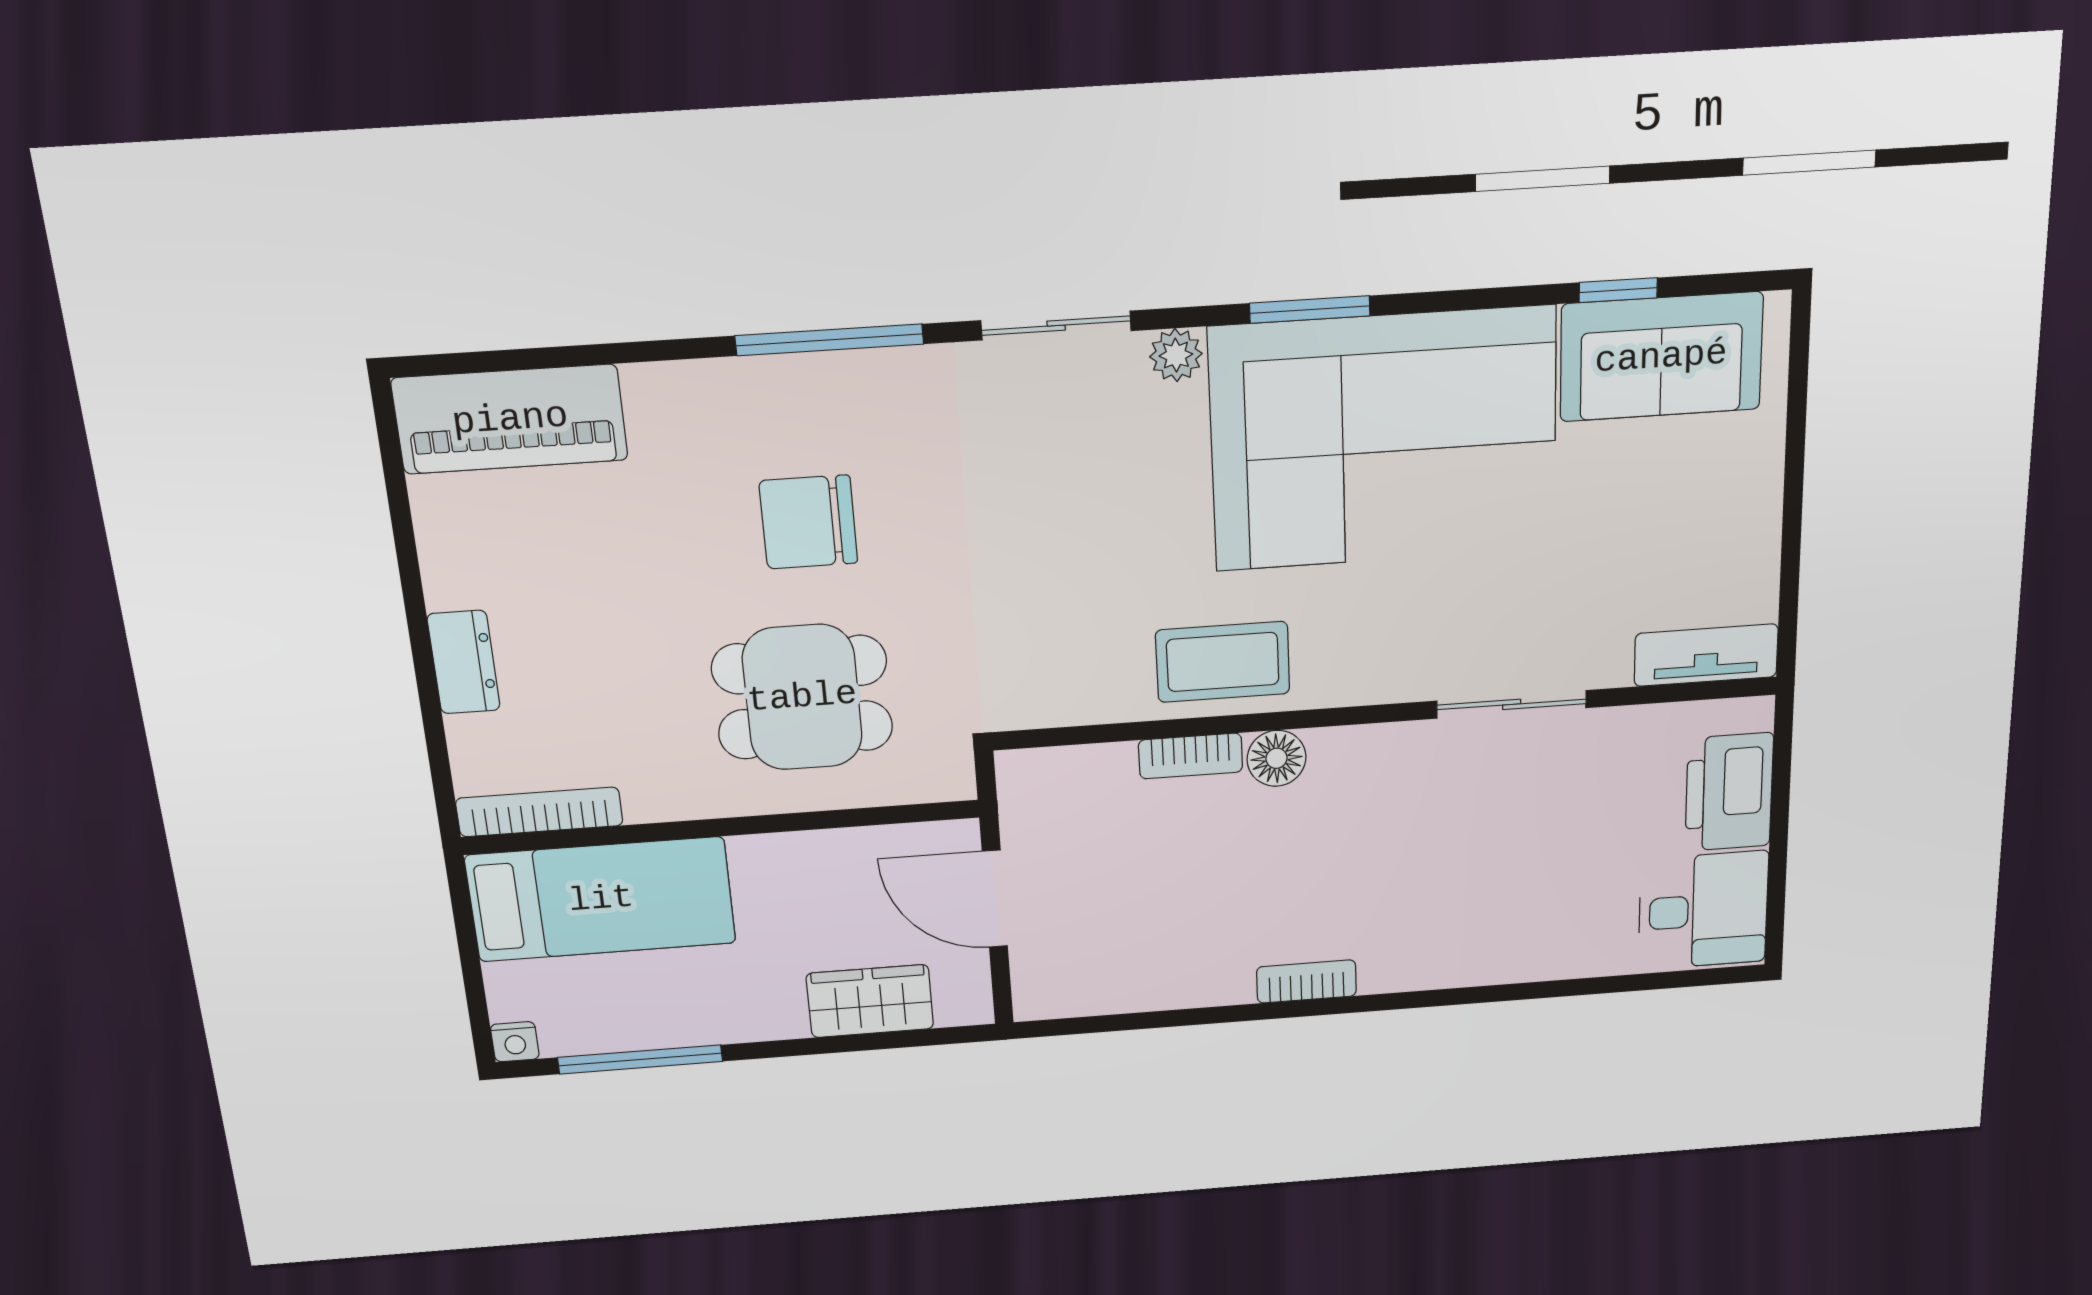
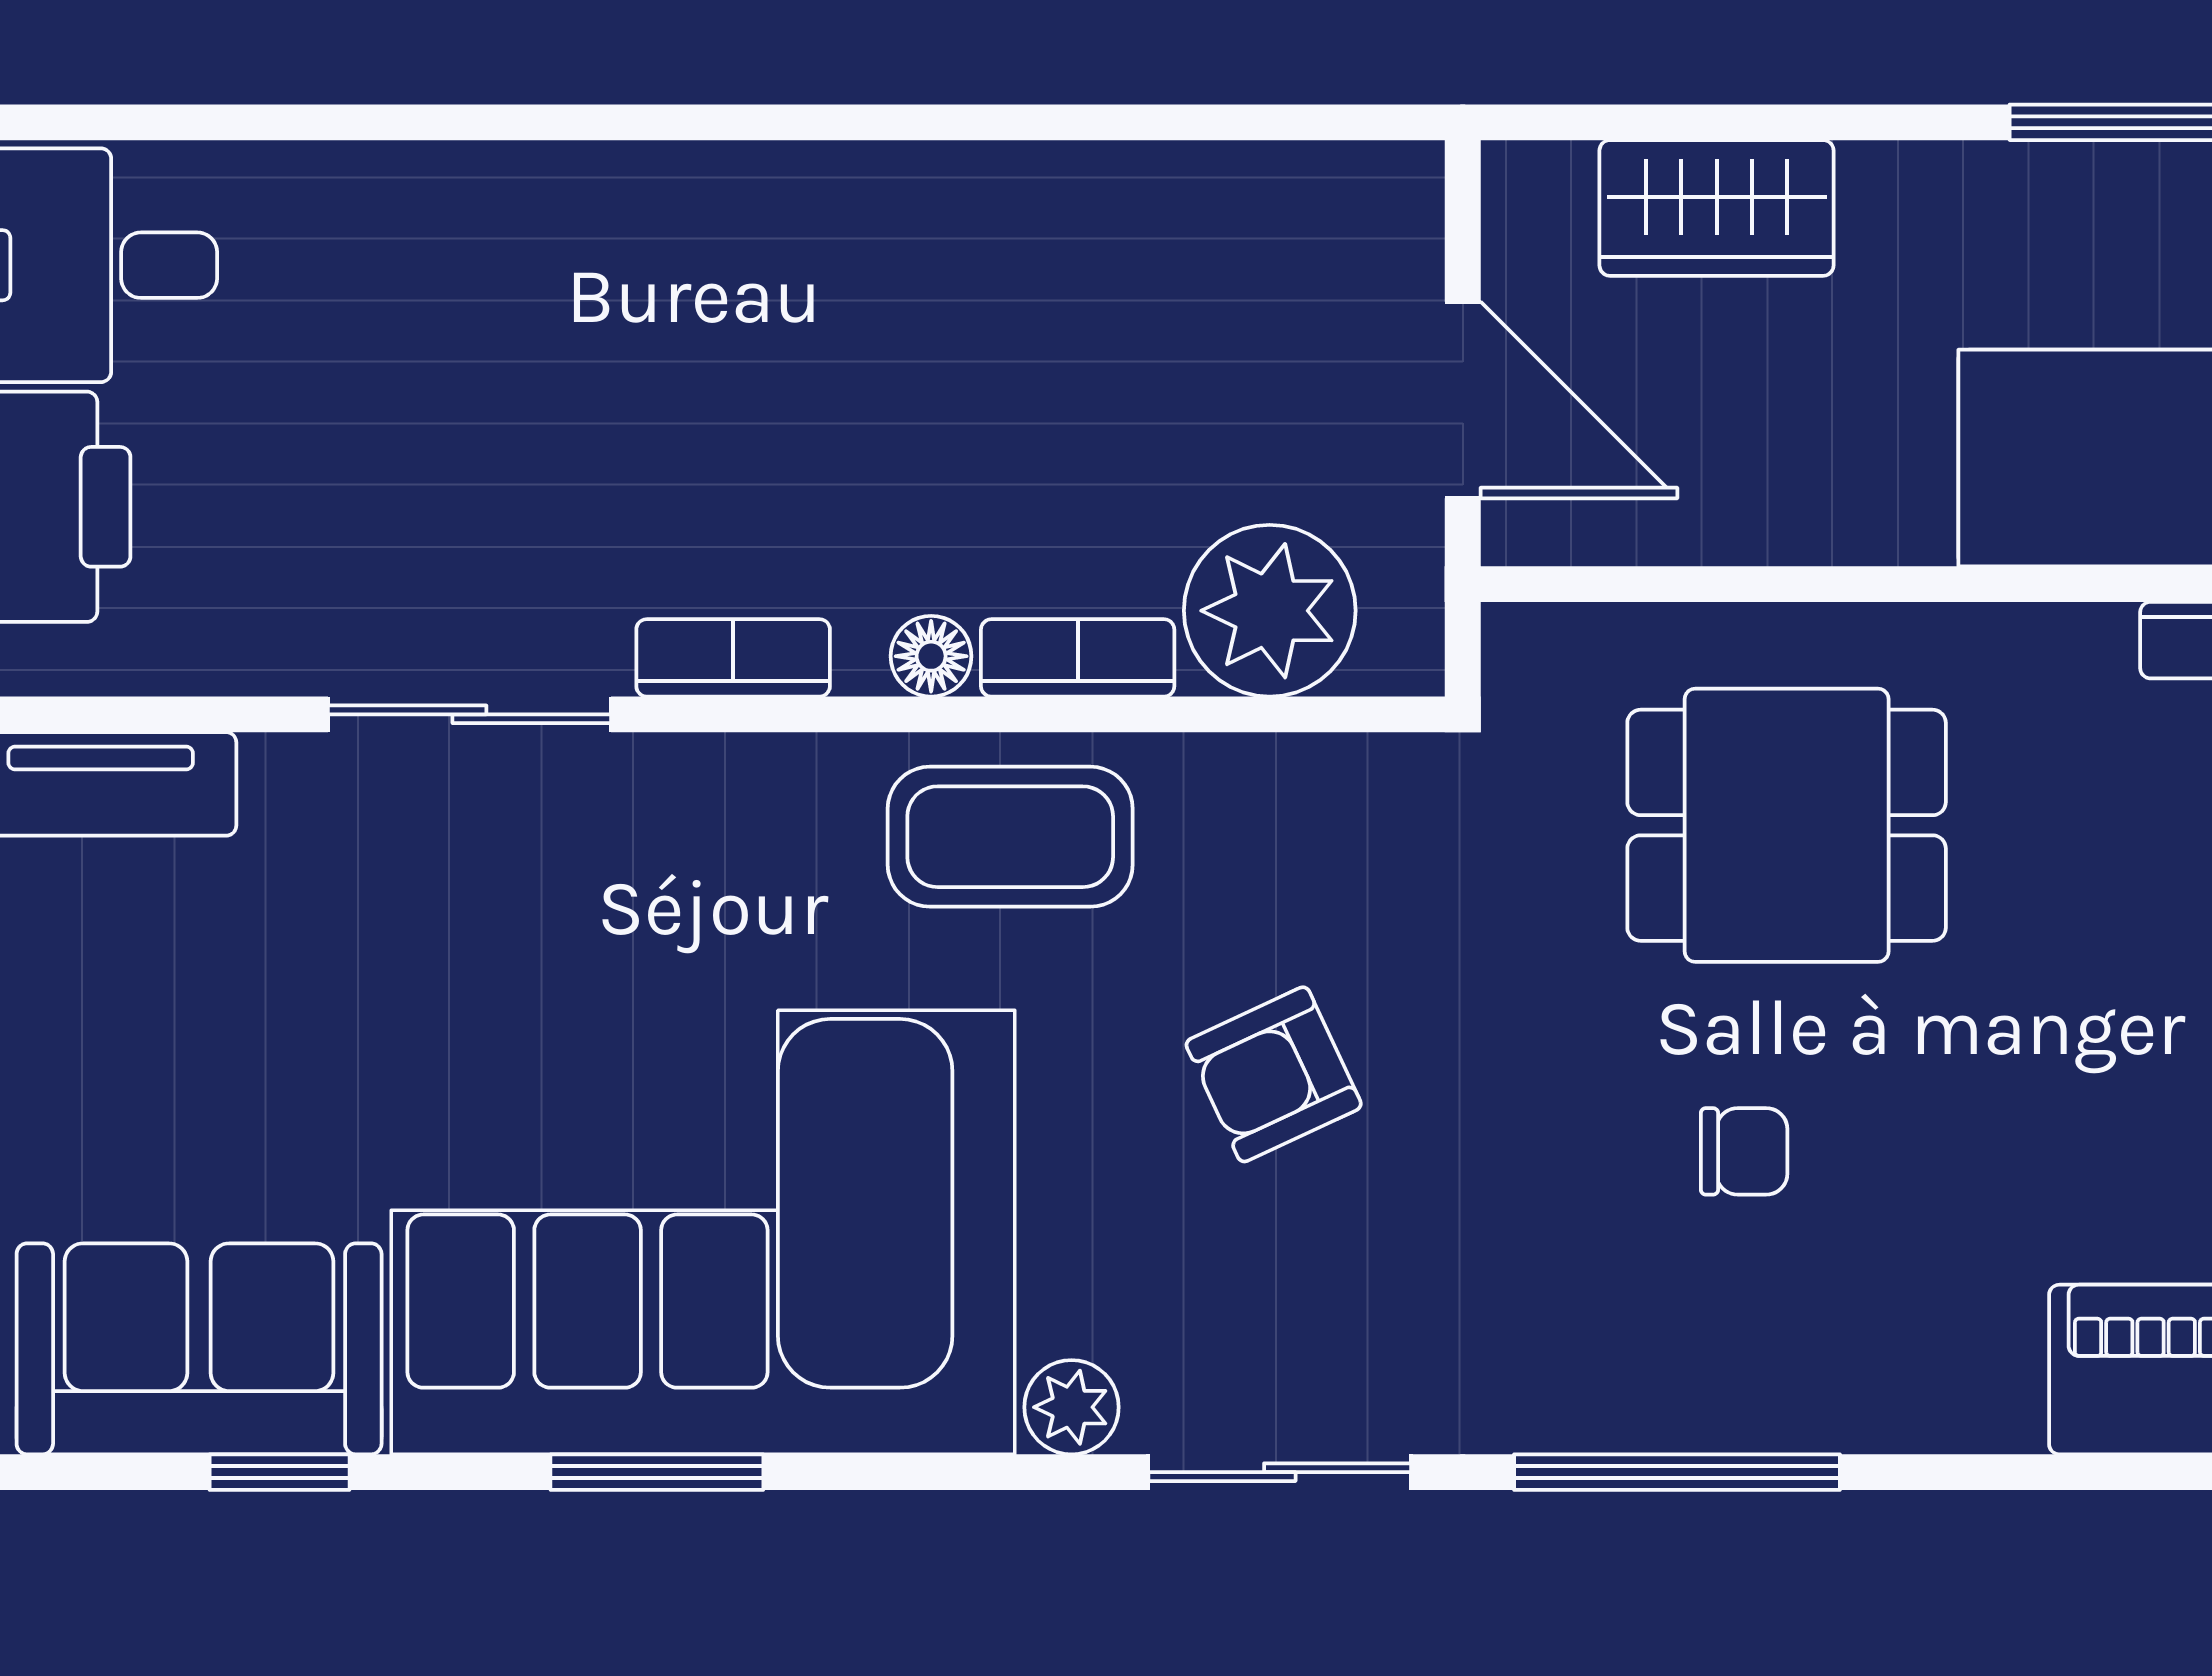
window: (1310, 310) -> (657, 1472), moved
chair: (809, 522) -> (1744, 1151), width x0.54, depth x0.54
armchair: (1073, 546) -> (1274, 1074), added
floor lamp: (1277, 758) -> (931, 656), width x0.73, depth x0.73
plant: (1090, 787) -> (1270, 611), added
bookcase: (1306, 982) -> (733, 658), moved, turned 180

